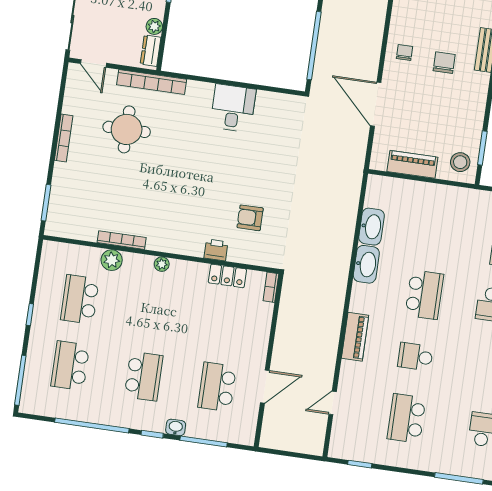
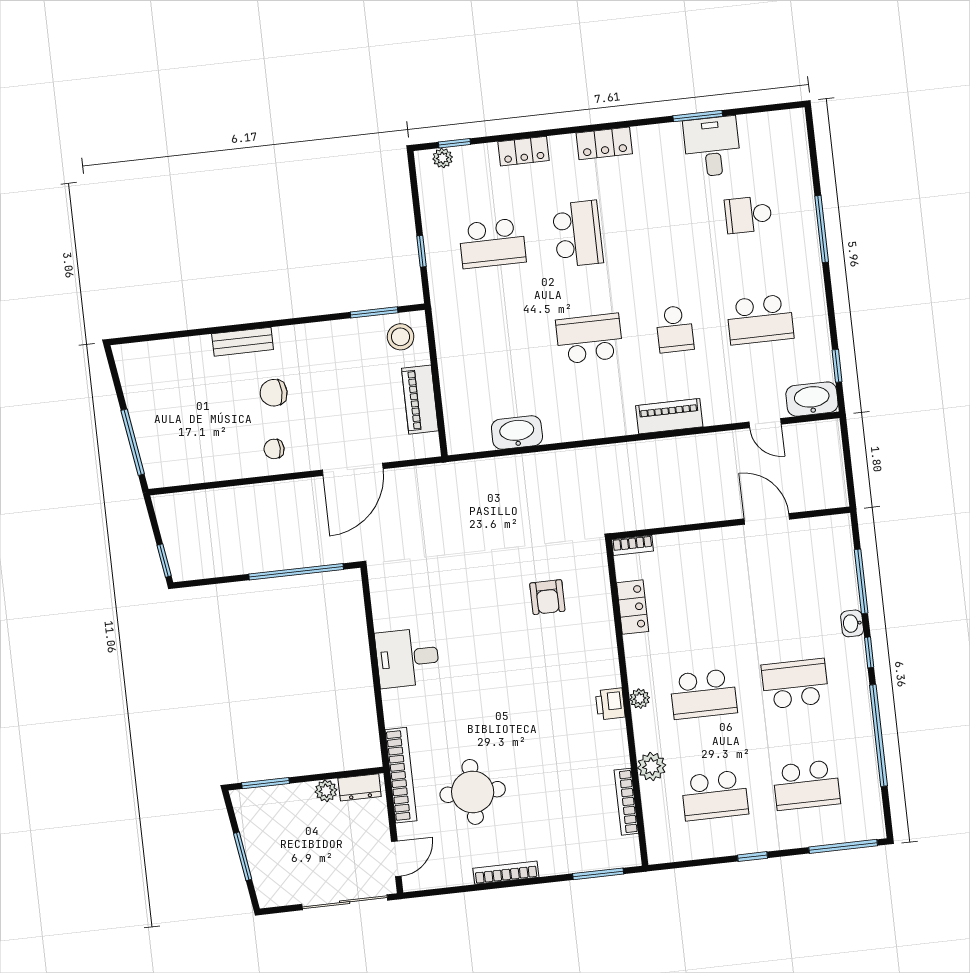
bookcase: (122, 240) -> (626, 802), moved
printer: (216, 250) -> (610, 704), moved
washbasin: (366, 264) -> (812, 399), moved
school desk: (217, 387) -> (703, 694), moved

